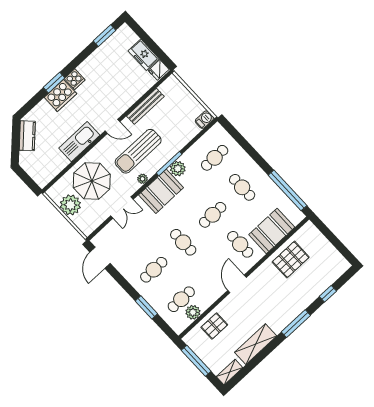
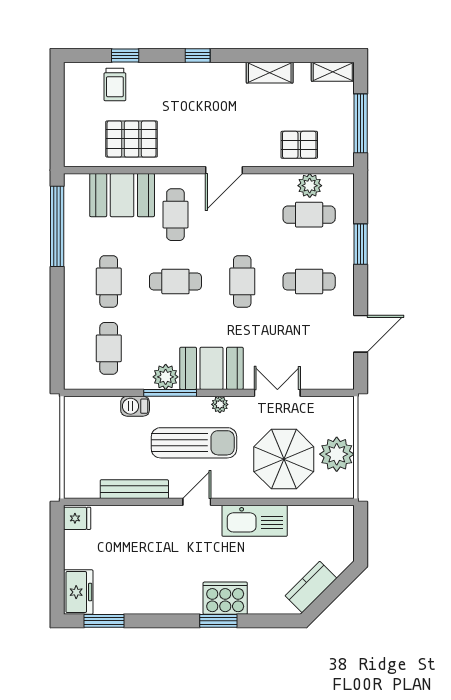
freezer: (144, 55) -> (78, 592), moved
cooker: (75, 79) -> (189, 602), removed
barbecue: (204, 120) -> (135, 406), moved
door: (113, 126) -> (197, 502), hinge flipped
cafe table: (215, 158) -> (109, 348), turned 90
door: (100, 258) -> (361, 334), moved
trolley: (320, 277) -> (115, 84), added
window: (296, 324) -> (198, 56), width x0.46
shelving: (256, 344) -> (270, 73), width x0.67, depth x0.75

